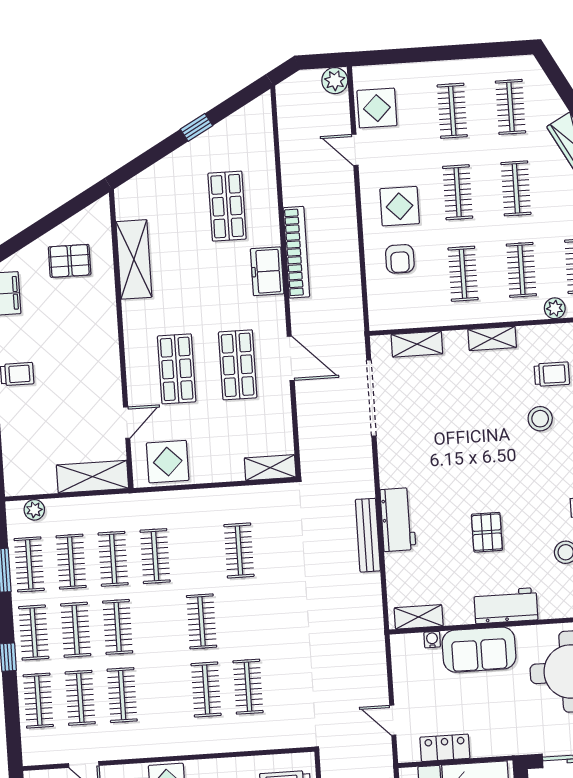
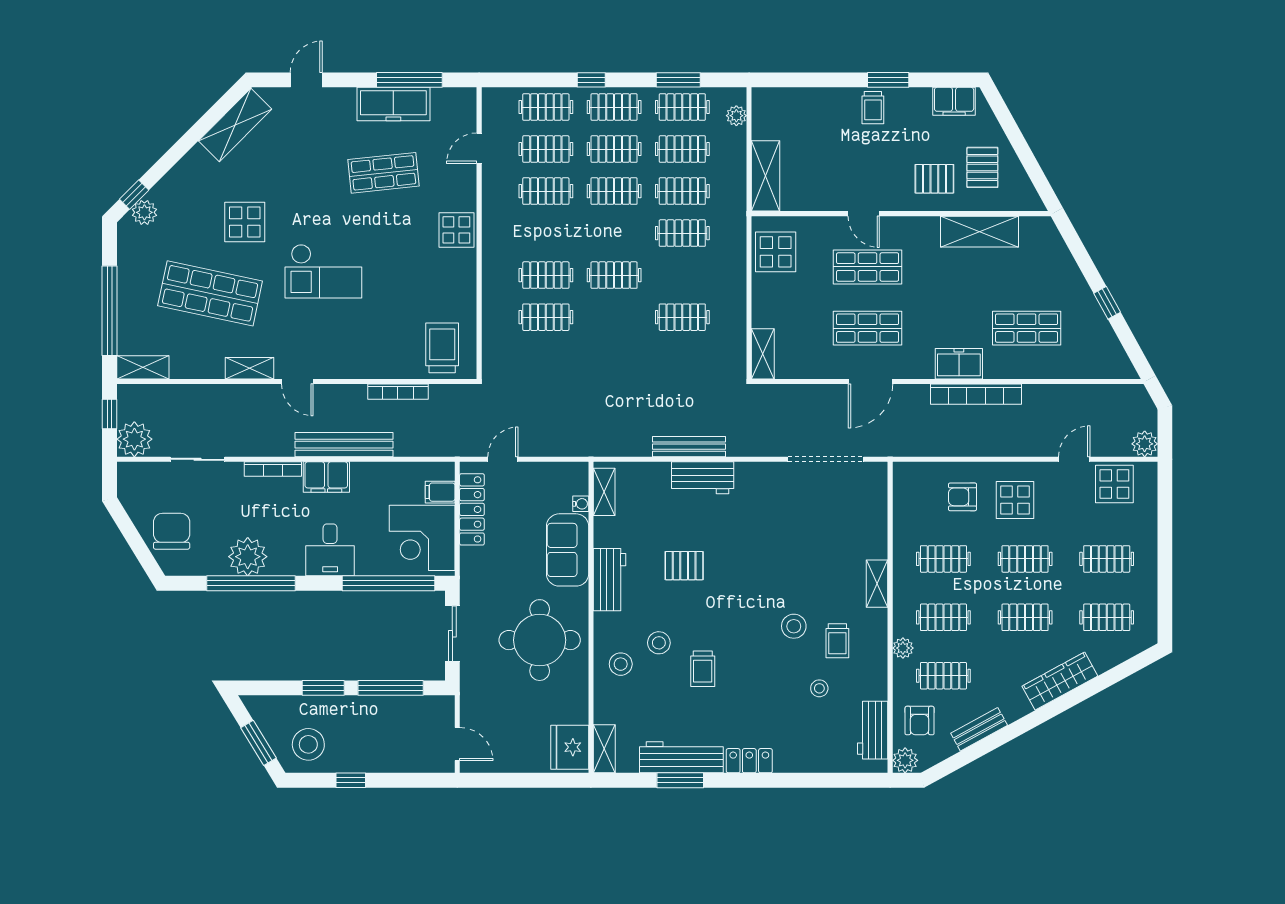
pallet: (84, 308) -> (934, 179), added
shelving: (417, 344) -> (876, 508), removed
door: (127, 423) -> (864, 214), moved
locker: (445, 748) -> (472, 509), width x1.53

